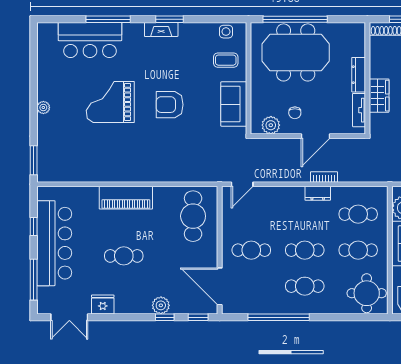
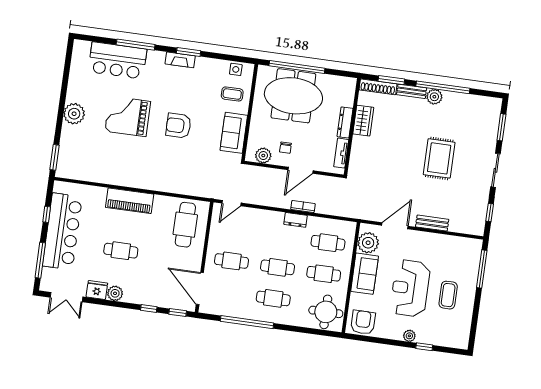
wardrobe: (379, 96) -> (363, 121), moved
plant: (43, 108) -> (74, 114), width x1.87, depth x1.87
plant: (161, 305) -> (115, 293), moved

